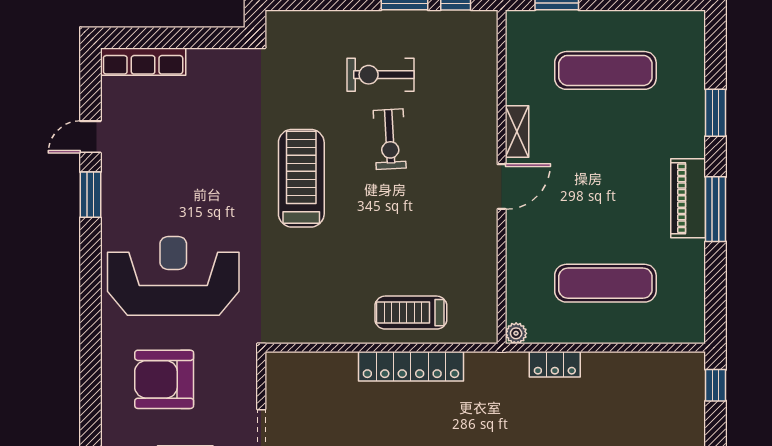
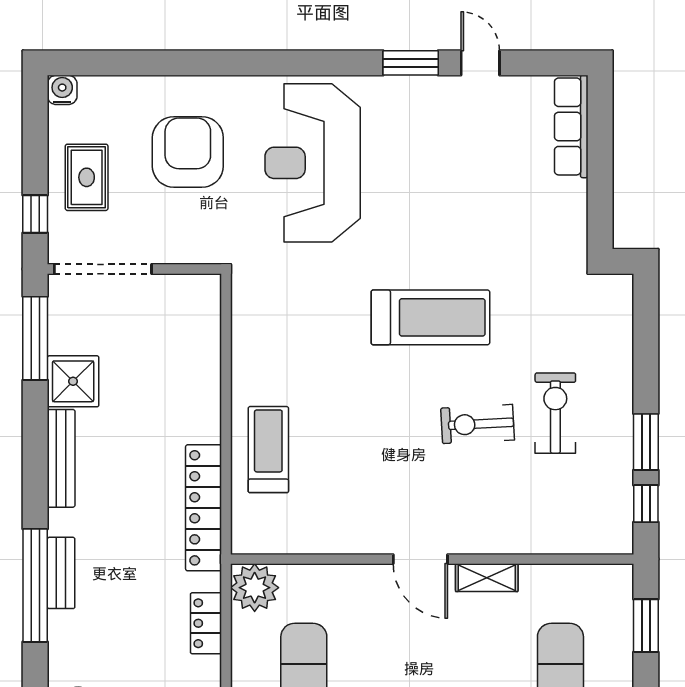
reception desk: (173, 276) -> (313, 163), turned 180
plant: (516, 333) -> (255, 588), width x1.87, depth x1.87
locker: (411, 366) -> (204, 508), moved

